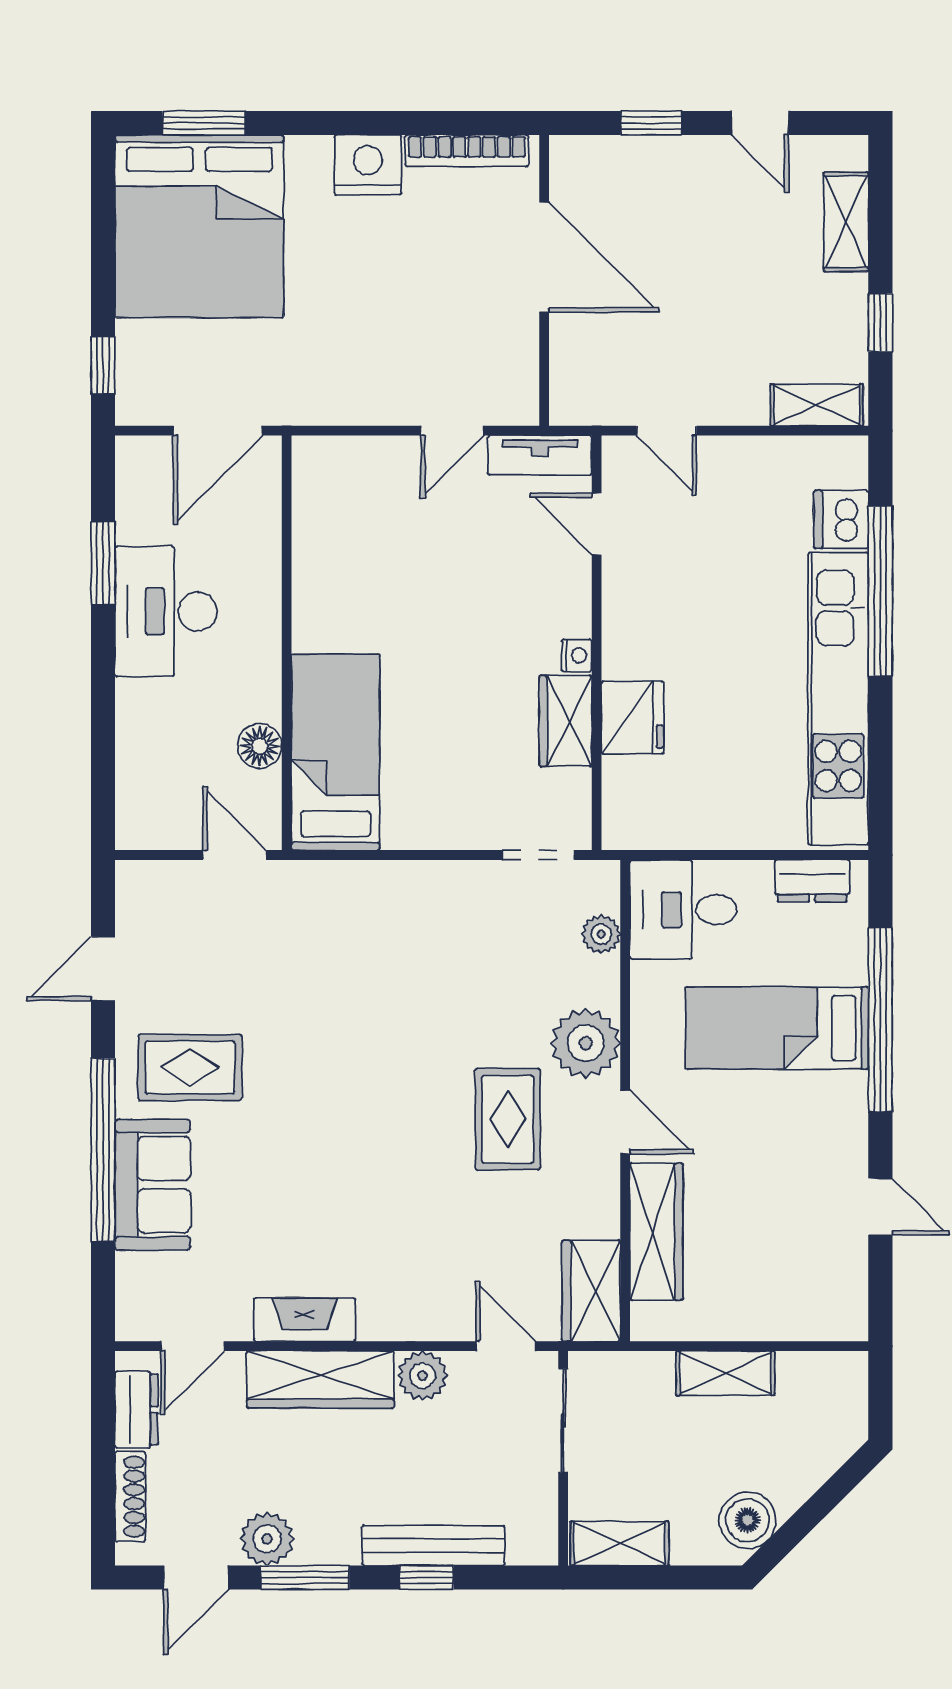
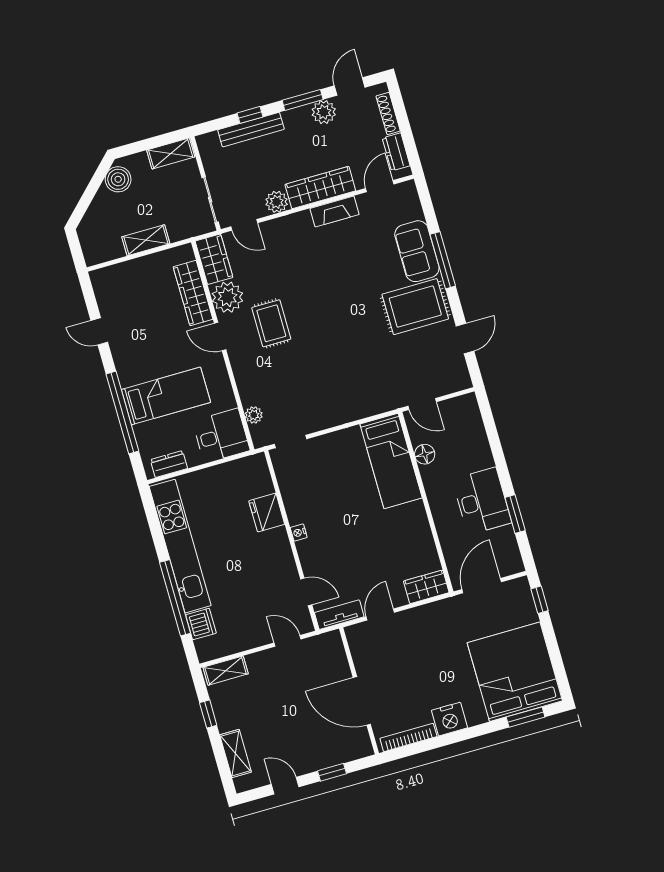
wardrobe: (565, 721) -> (426, 587), moved, turned -90
plant: (586, 1043) -> (227, 297), moved
rug: (190, 1067) -> (415, 307), width x1.36, depth x1.43
window: (103, 1150) -> (443, 260), width x0.68

